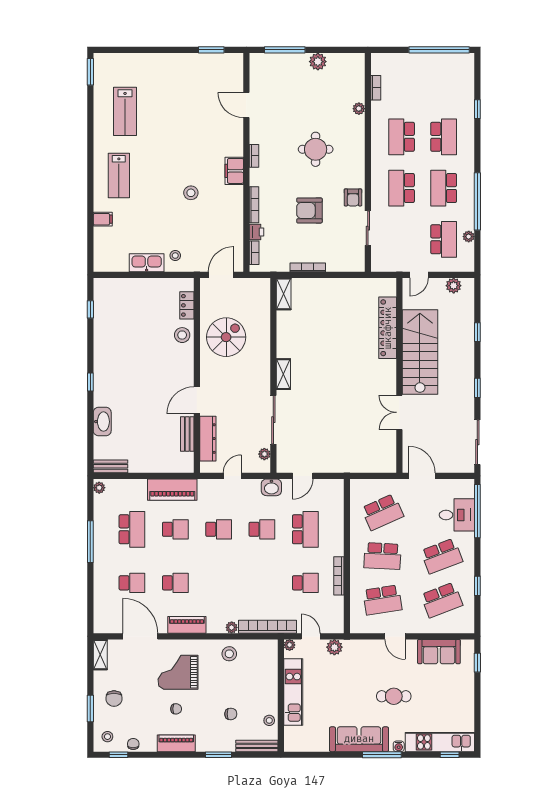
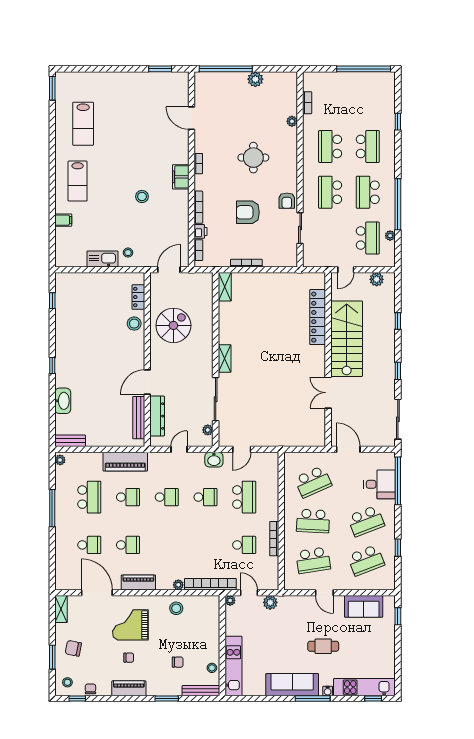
window: (285, 50) -> (226, 69), width x1.46
bench: (187, 434) -> (139, 418), width x1.36
kitchen unit: (293, 692) -> (233, 666), moved
chair: (114, 699) -> (73, 648), turned 101

